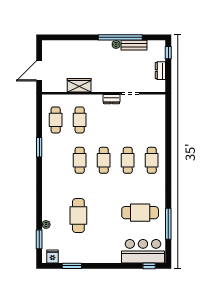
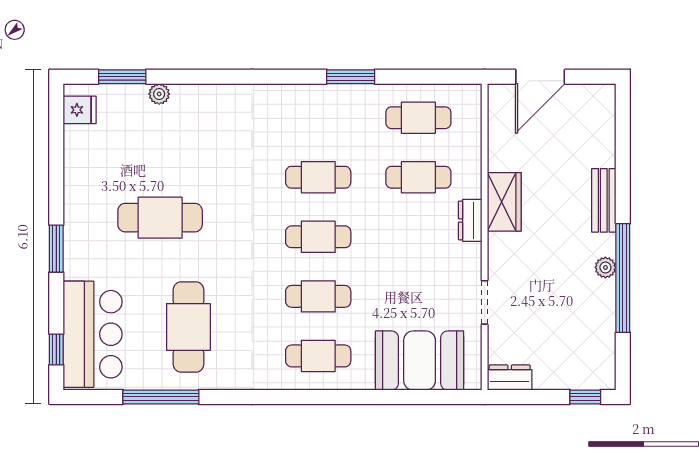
bench: (134, 45) -> (604, 200), moved
door: (39, 71) -> (540, 77), swing flipped
dresser: (160, 71) -> (510, 378), moved
wardrobe: (79, 85) -> (504, 202), moved
dresser: (112, 99) -> (470, 220), moved
booth: (154, 119) -> (420, 361), added
cafe table: (78, 216) -> (160, 218), moved
window: (72, 266) -> (56, 249), moved

